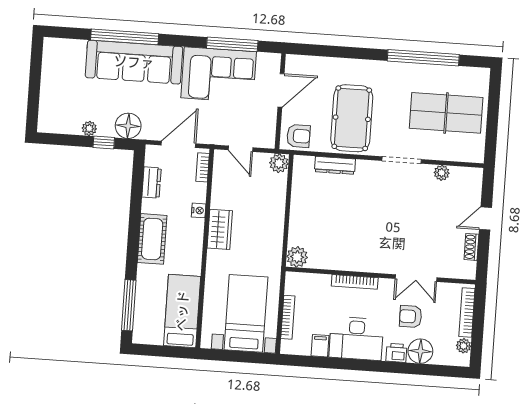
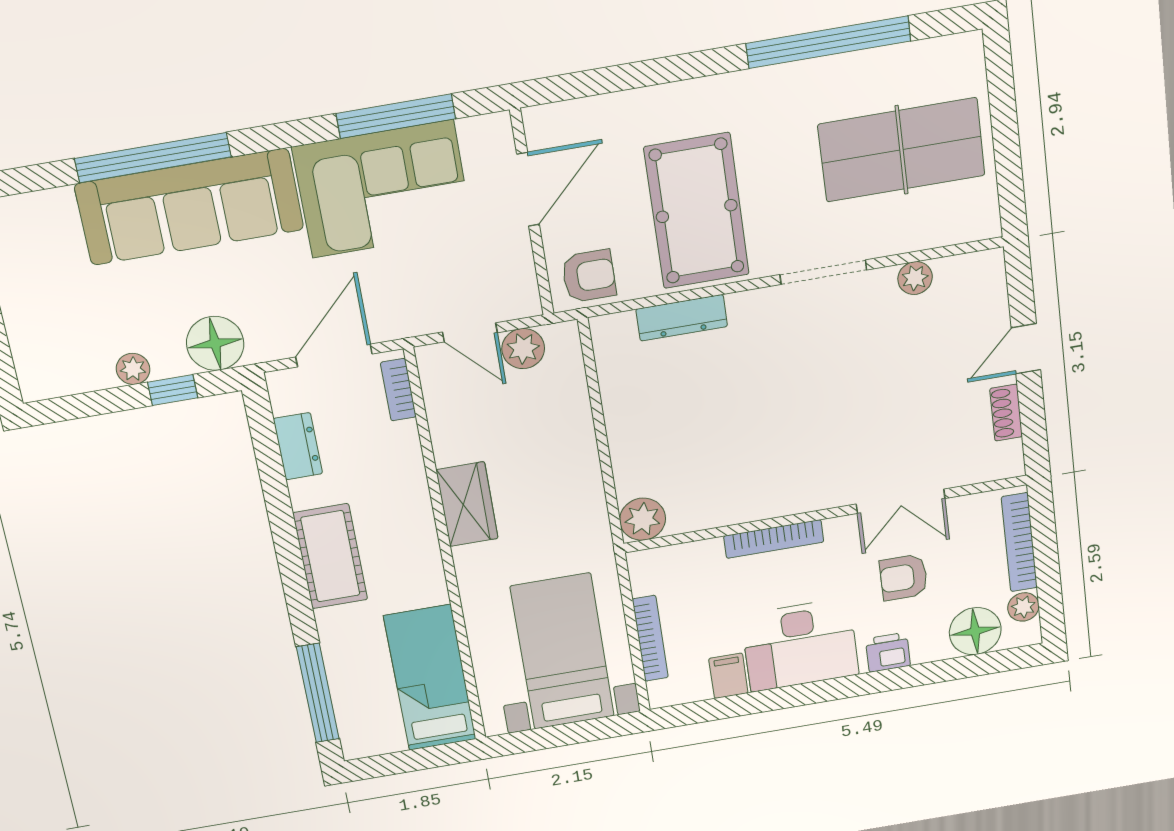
plant: (279, 163) -> (523, 349), moved
nightstand: (199, 210) -> (413, 478), removed
floor lamp: (420, 351) -> (975, 631), moved

